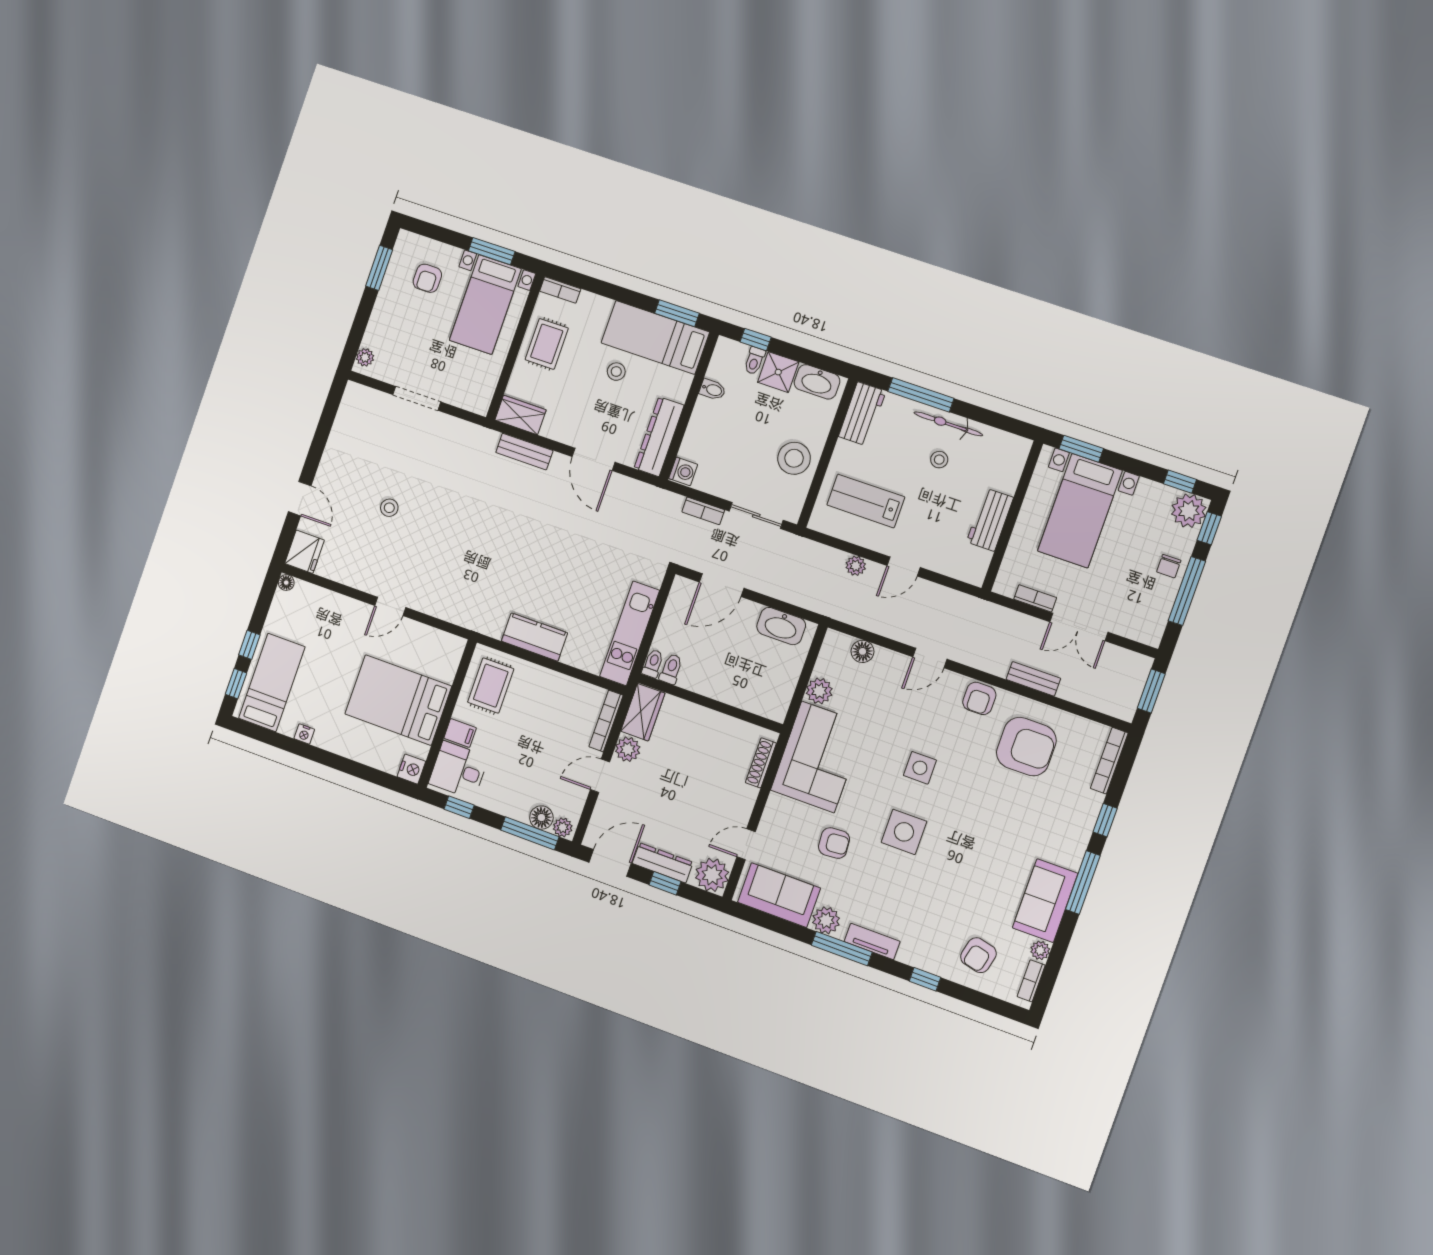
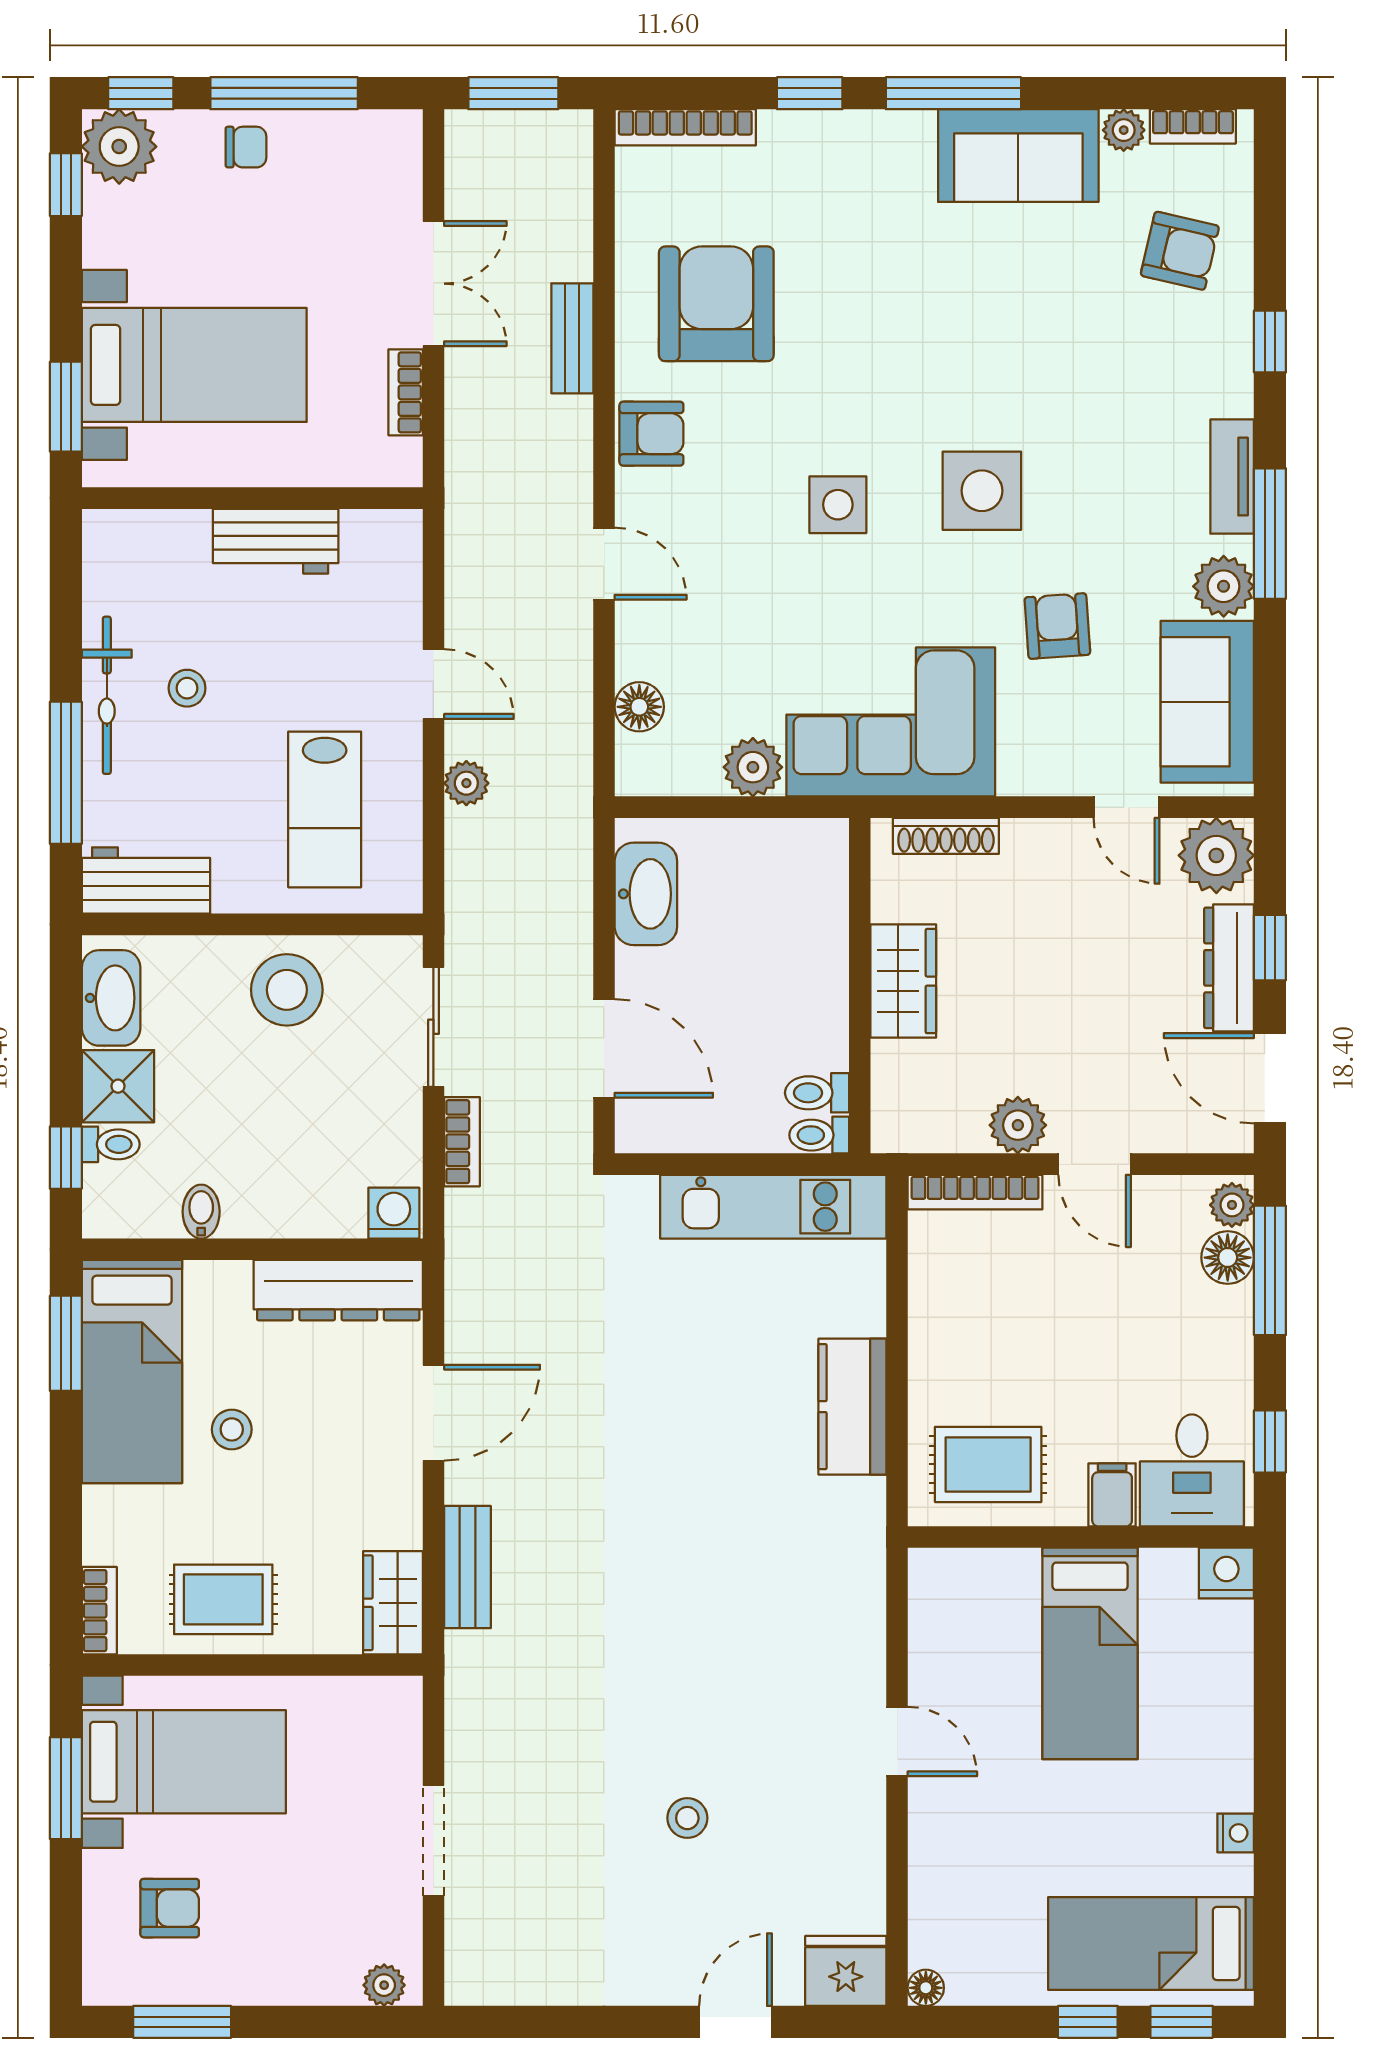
bed: (398, 700) -> (1090, 1653), width x0.67
wardrobe: (643, 712) -> (903, 981), moved, turned 90

